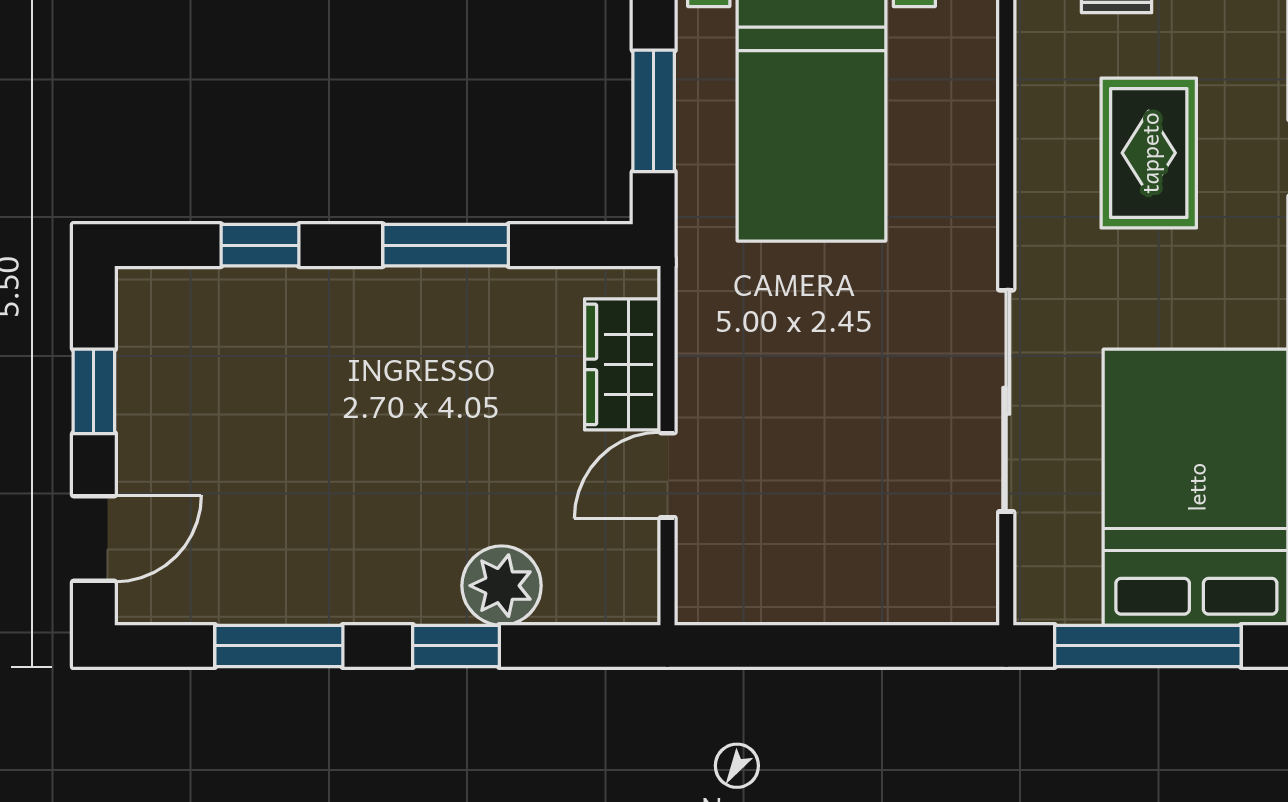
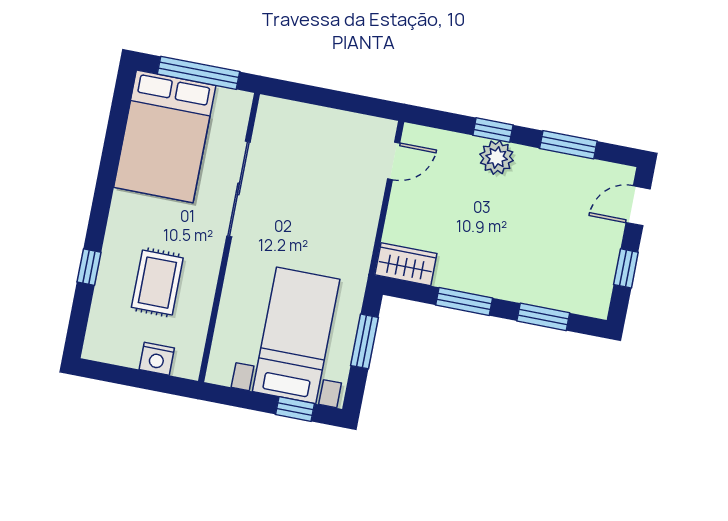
window: (260, 245) -> (543, 317), width x1.50
wardrobe: (623, 364) -> (406, 264), moved, turned -90
door: (668, 475) -> (394, 161), moved
plant: (502, 586) -> (497, 157), moved

